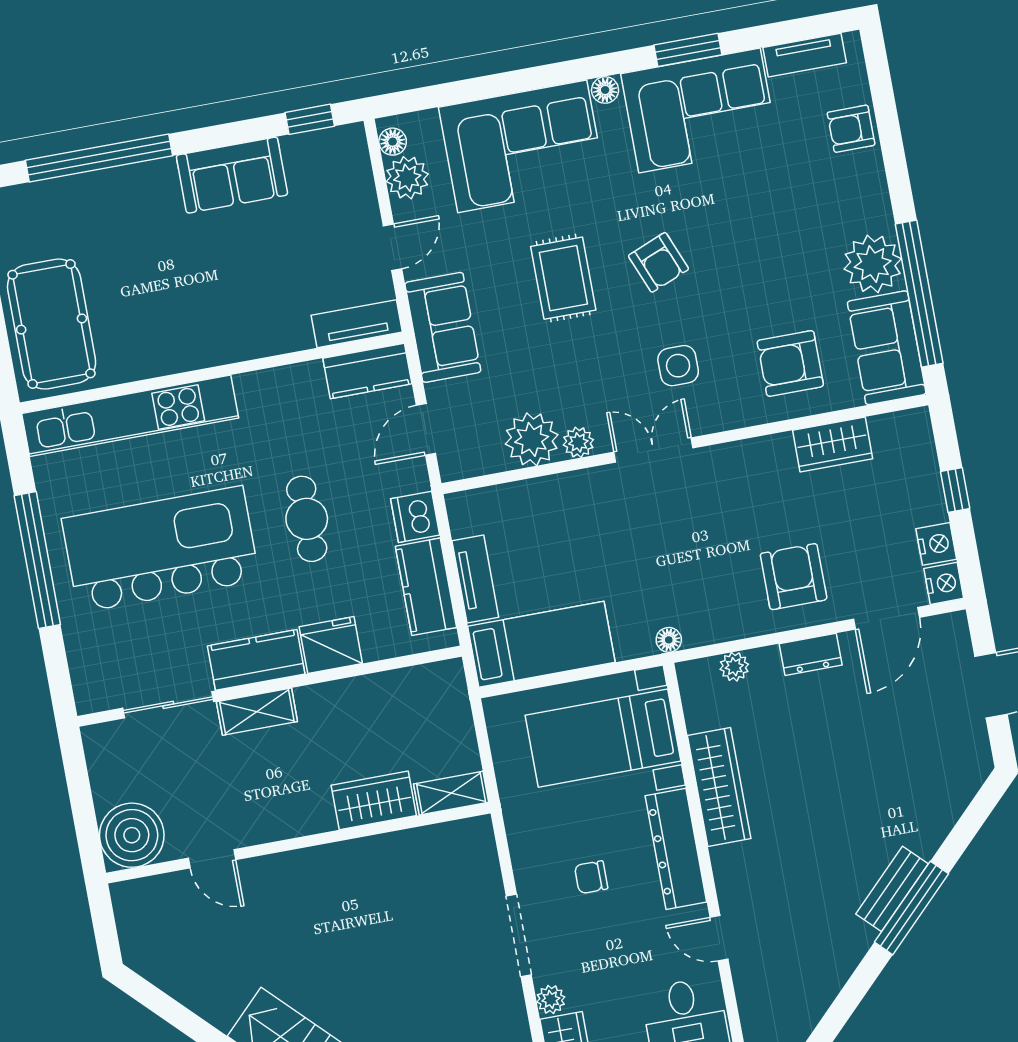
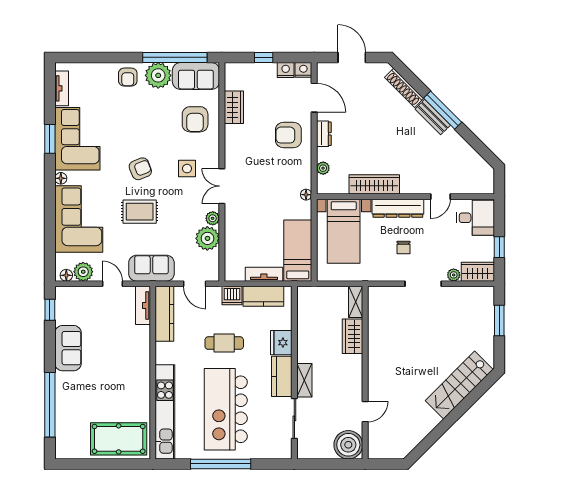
armchair: (851, 129) -> (128, 77), moved
kitchen counter: (367, 371) -> (164, 314), width x1.50
shoe rack: (945, 814) -> (404, 88), added

